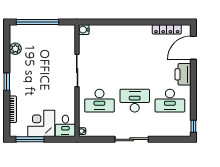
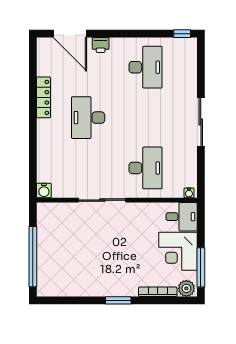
locker: (167, 29) -> (43, 97), moved
plant: (15, 49) -> (186, 288), moved
printer: (183, 74) -> (101, 45), width x0.53, depth x0.68
desk: (135, 101) -> (88, 118), moved

